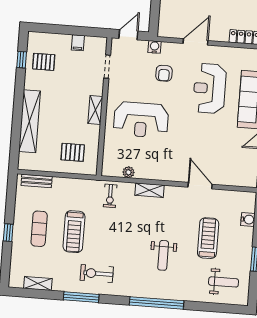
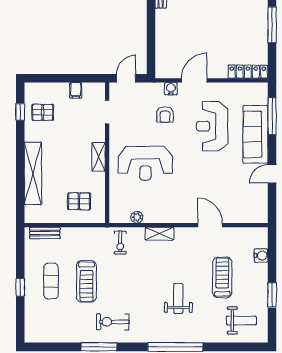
water cooler: (155, 47) -> (171, 89), moved
weight bench: (163, 255) -> (178, 298), turned 180
shelving: (38, 283) -> (54, 336), removed

